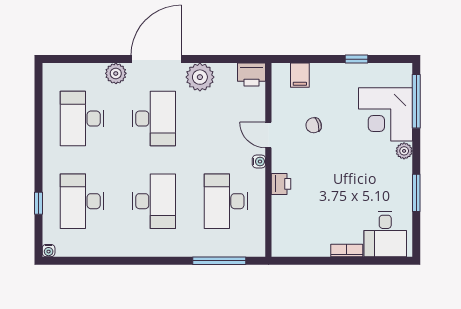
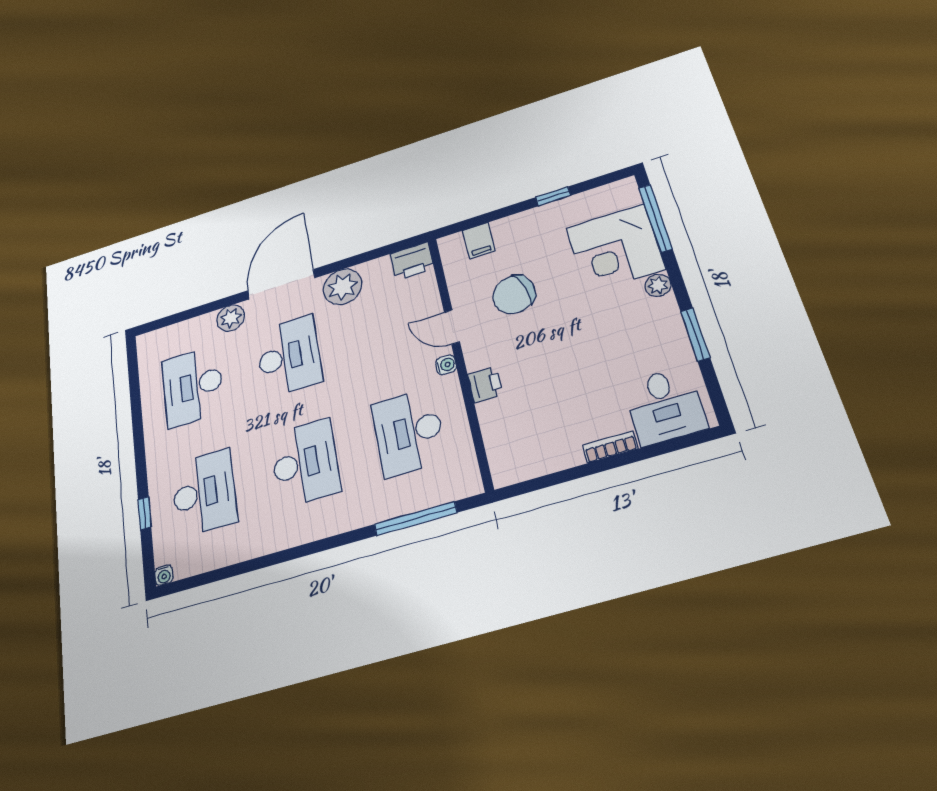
chair: (314, 125) -> (514, 295), width x1.87, depth x1.87
desk: (82, 201) -> (204, 493), turned 180

